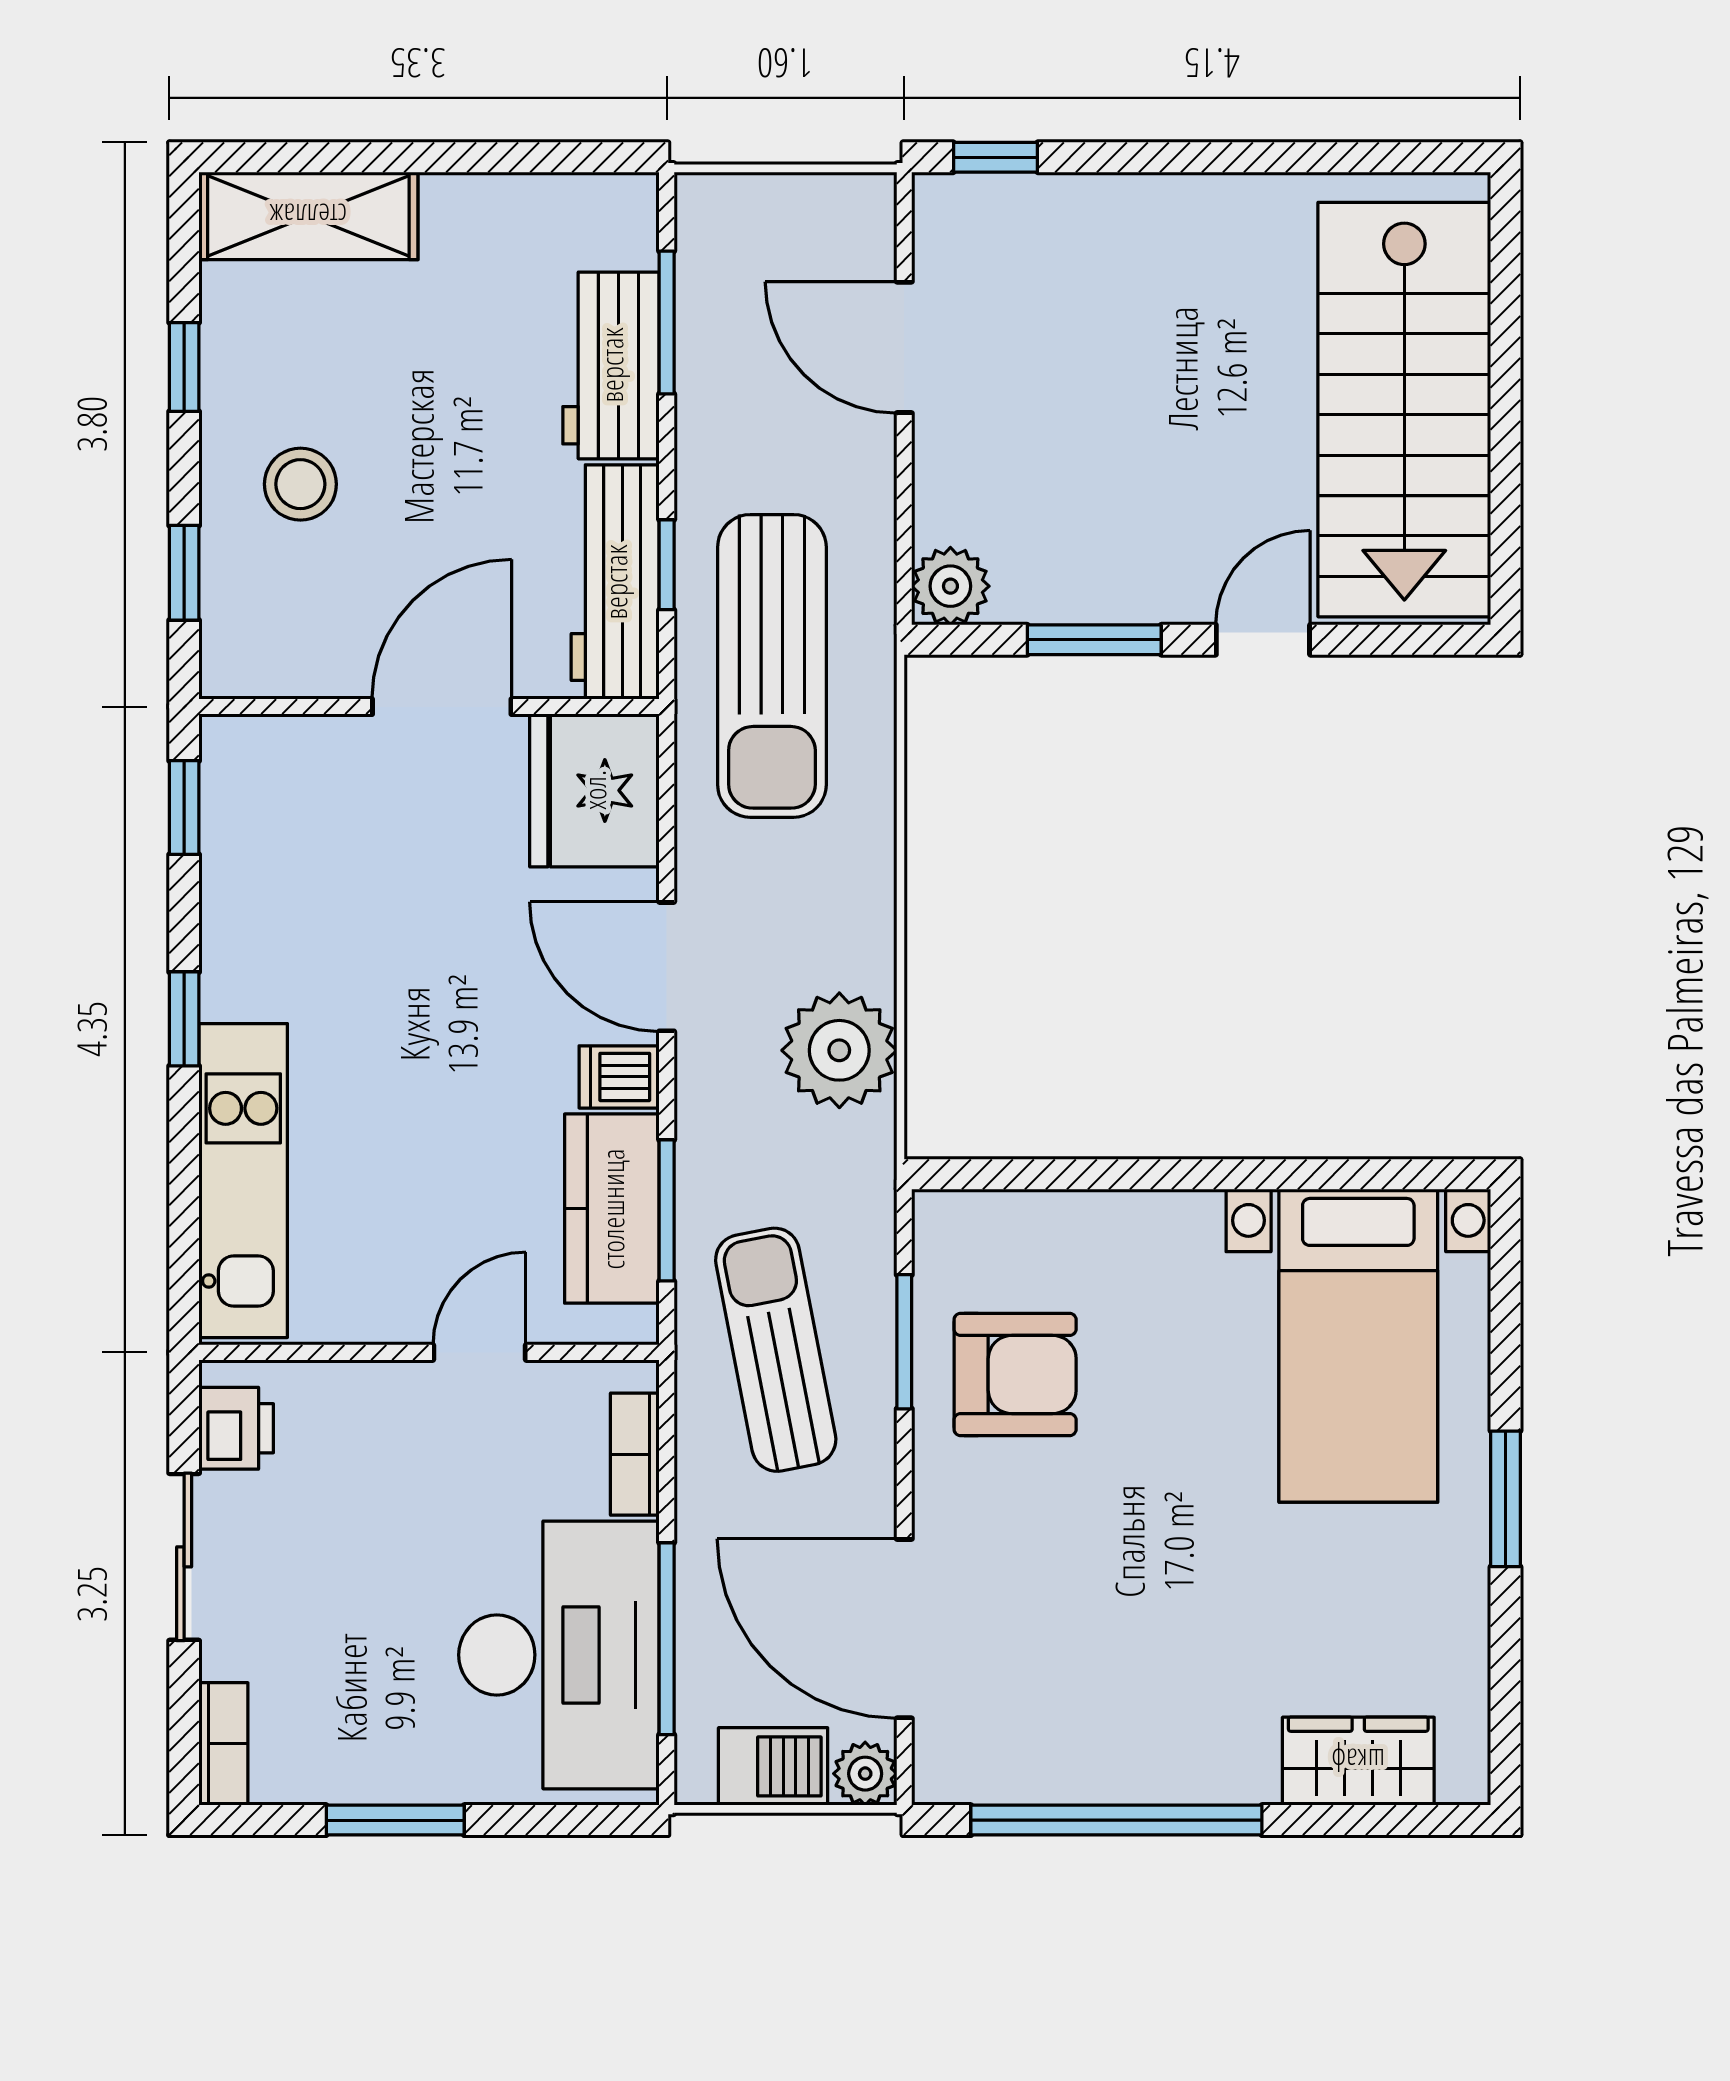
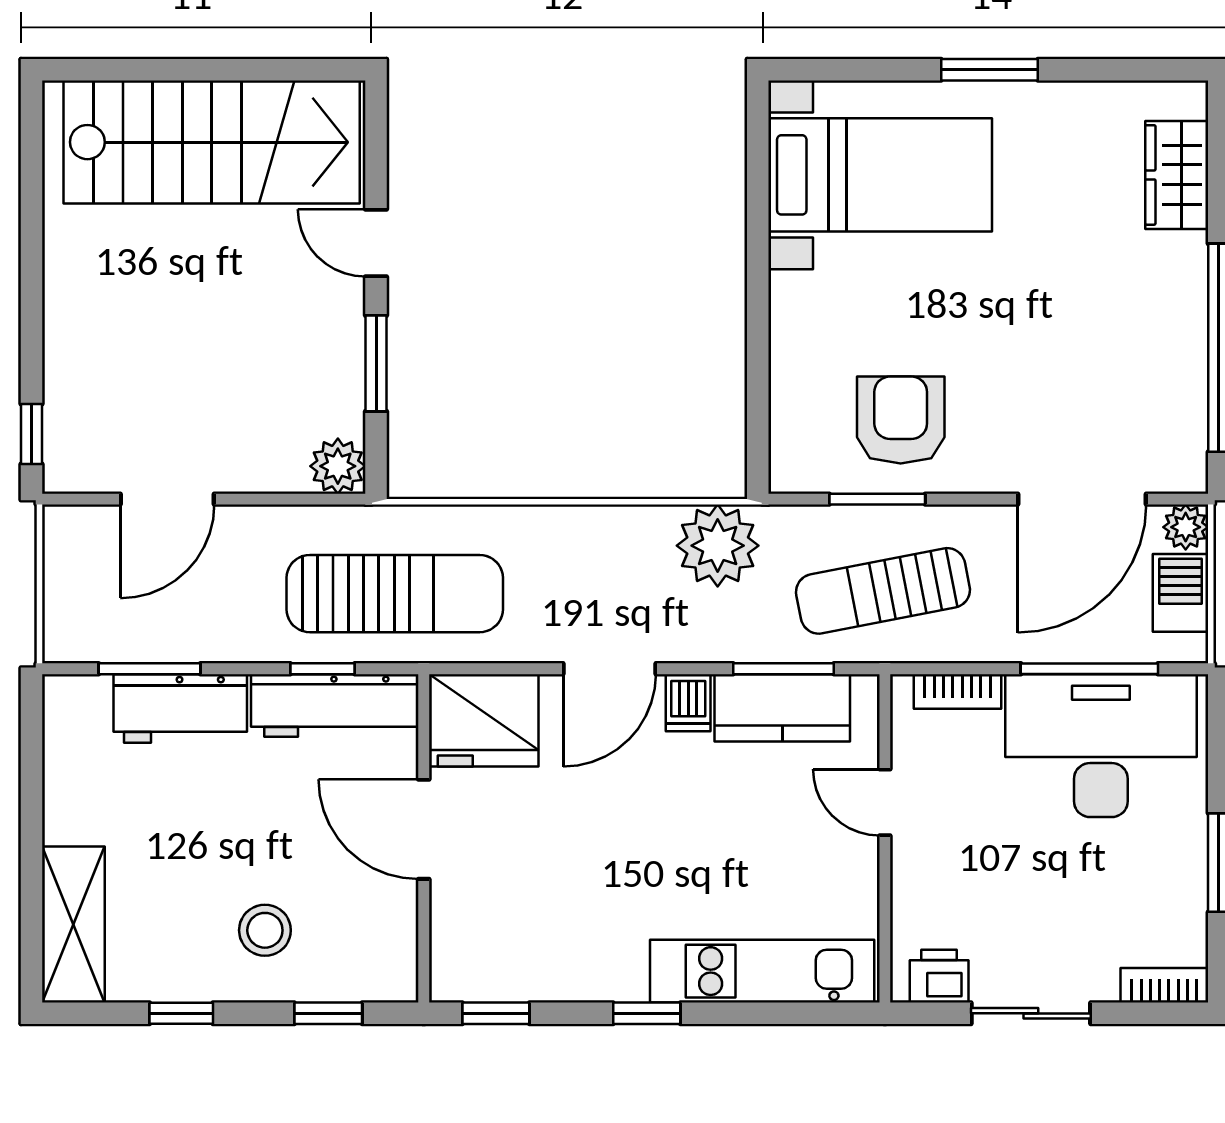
plant: (839, 1050) -> (718, 546), moved

